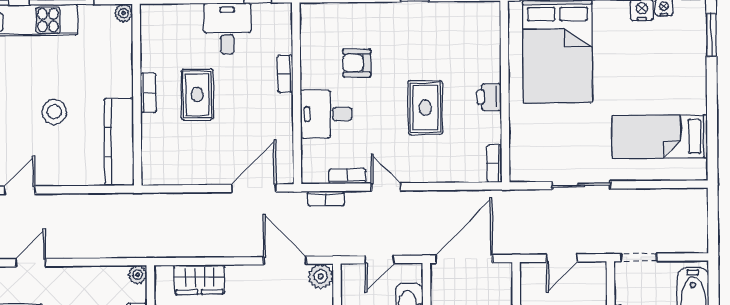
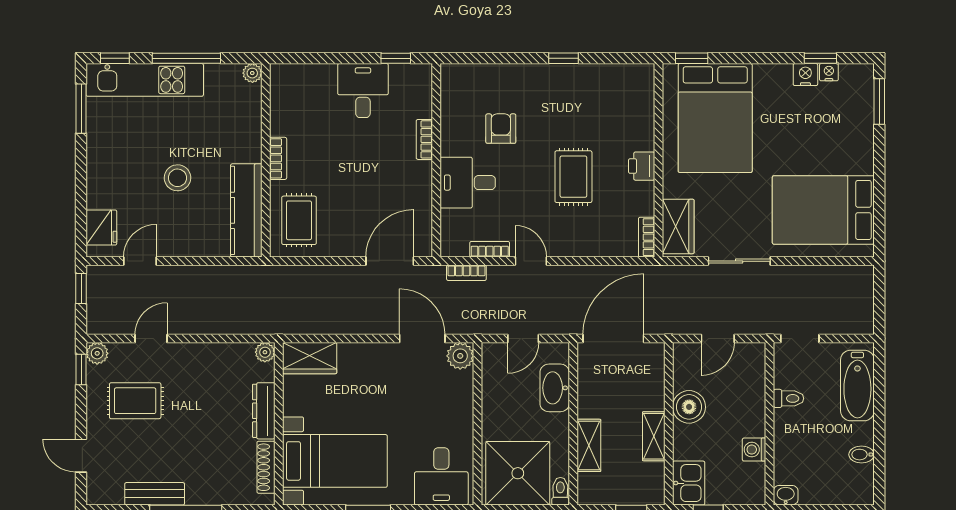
armchair: (357, 63) -> (501, 129), turned 90
rug: (197, 95) -> (299, 220), moved
bed: (660, 137) -> (823, 210), width x1.50
wardrobe: (524, 153) -> (678, 226), added
wardrobe: (200, 280) -> (310, 358), moved

